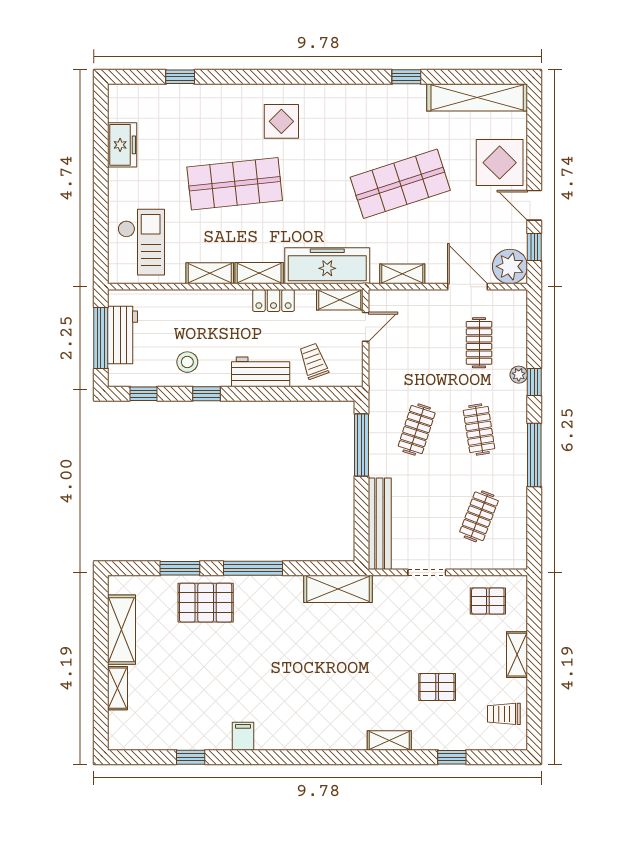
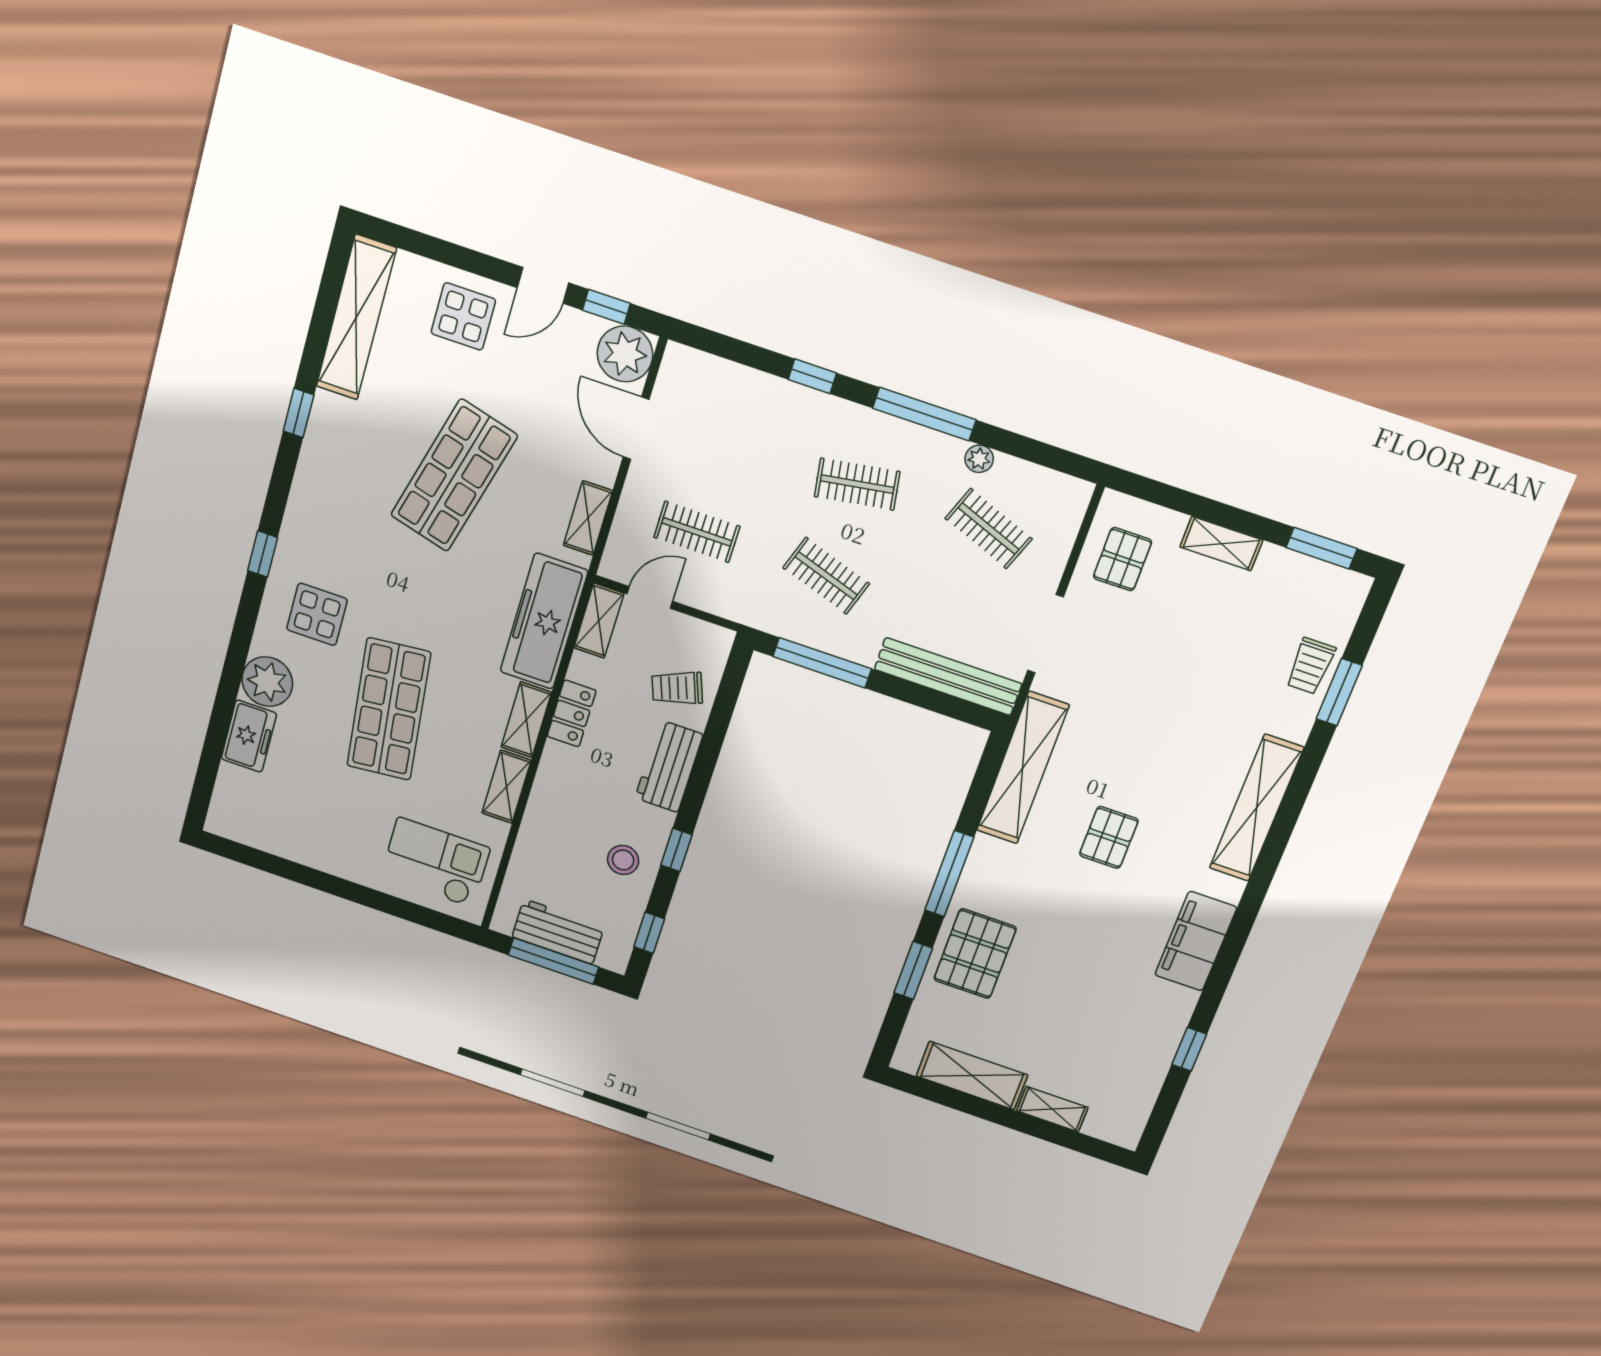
window: (180, 77) -> (263, 554), moved
plant: (225, 101) -> (267, 682), added
freezer: (122, 145) -> (249, 736), moved, turned 90
display table: (500, 163) -> (463, 316), width x0.73, depth x0.73
shop shelf: (400, 184) -> (454, 476), turned 33
door: (468, 287) -> (636, 428), hinge flipped
door: (366, 327) -> (650, 598), hinge flipped
clothes rail: (479, 343) -> (697, 532), moved
plant: (519, 375) -> (979, 459), moved
doorway: (427, 572) -> (1045, 634), width x1.38
shelving: (338, 589) -> (1023, 768), width x1.47
pallet: (437, 687) -> (1109, 837), moved
window: (534, 713) -> (1322, 548), added
trolley: (504, 714) -> (1310, 666), moved
filing cabinet: (243, 736) -> (1196, 941), width x3.00, depth x1.17
shelving: (389, 740) -> (1256, 808), width x2.20, depth x1.33
window: (452, 757) -> (1339, 692), width x1.50

